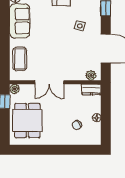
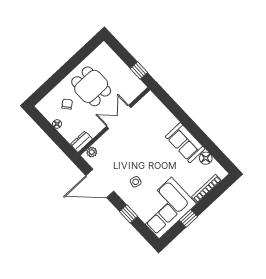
coffee table: (20, 59) -> (158, 114), removed
plant: (15, 89) -> (140, 87), removed
dining table: (27, 120) -> (91, 86), moved

